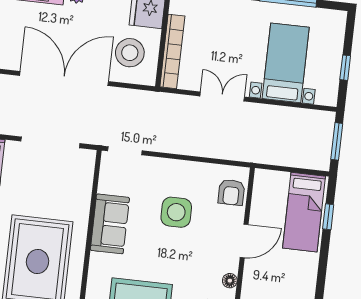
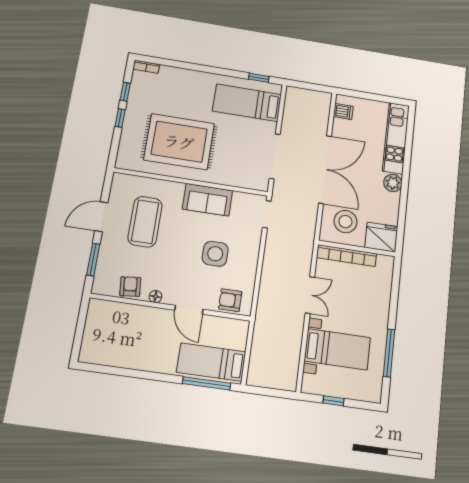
window: (337, 141) -> (271, 392), removed
window: (328, 217) -> (207, 383), width x2.17

